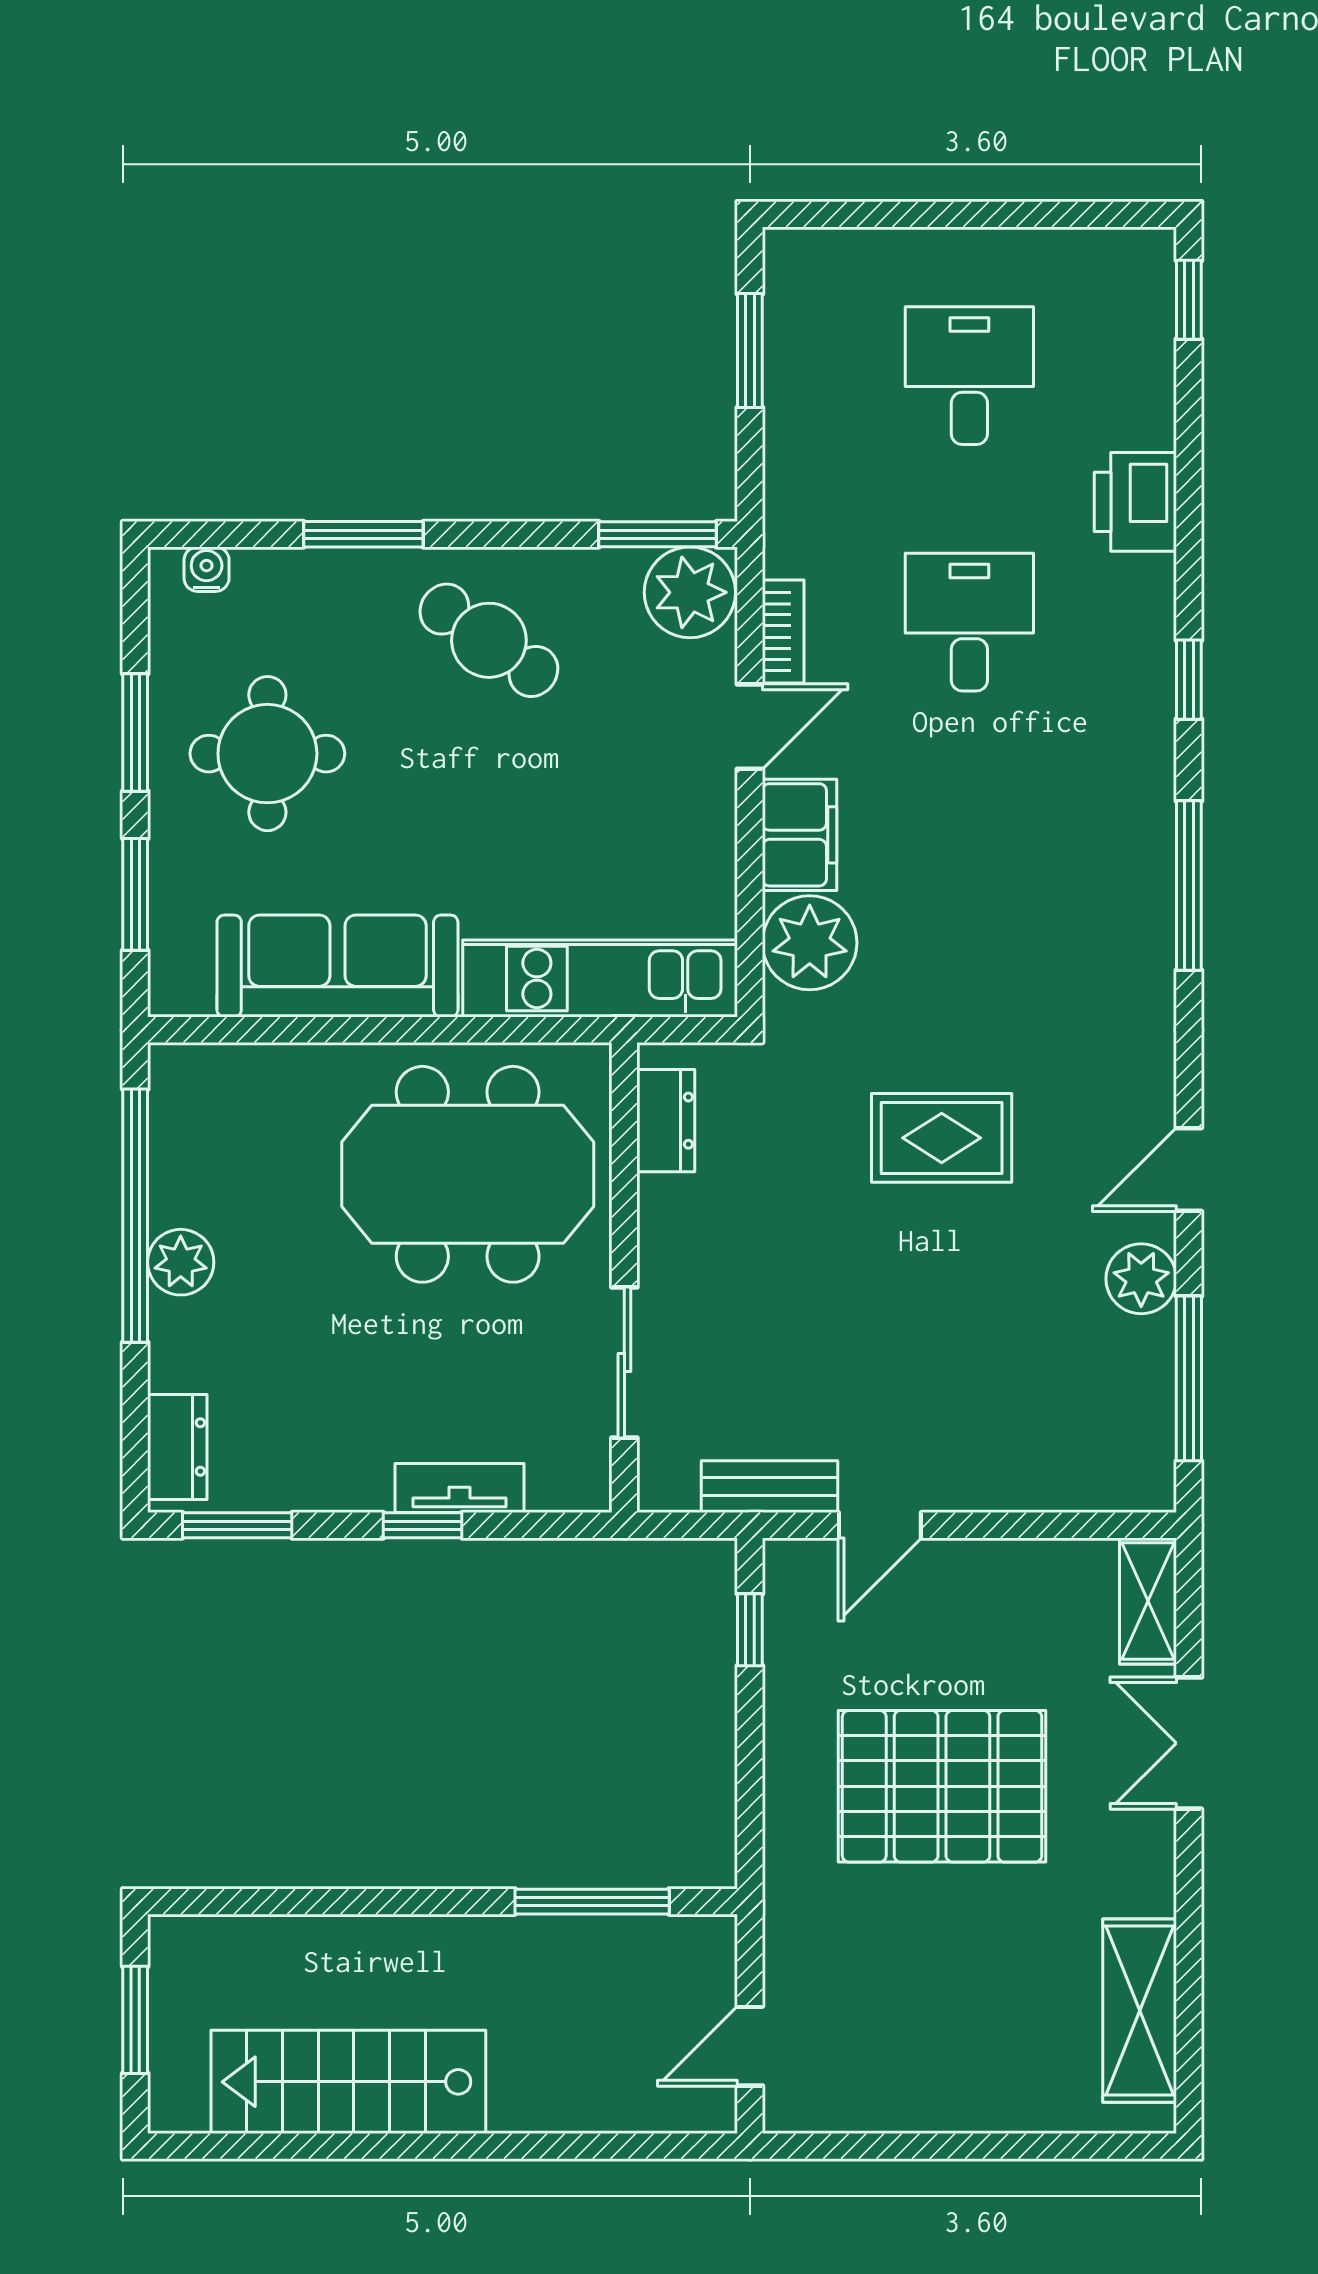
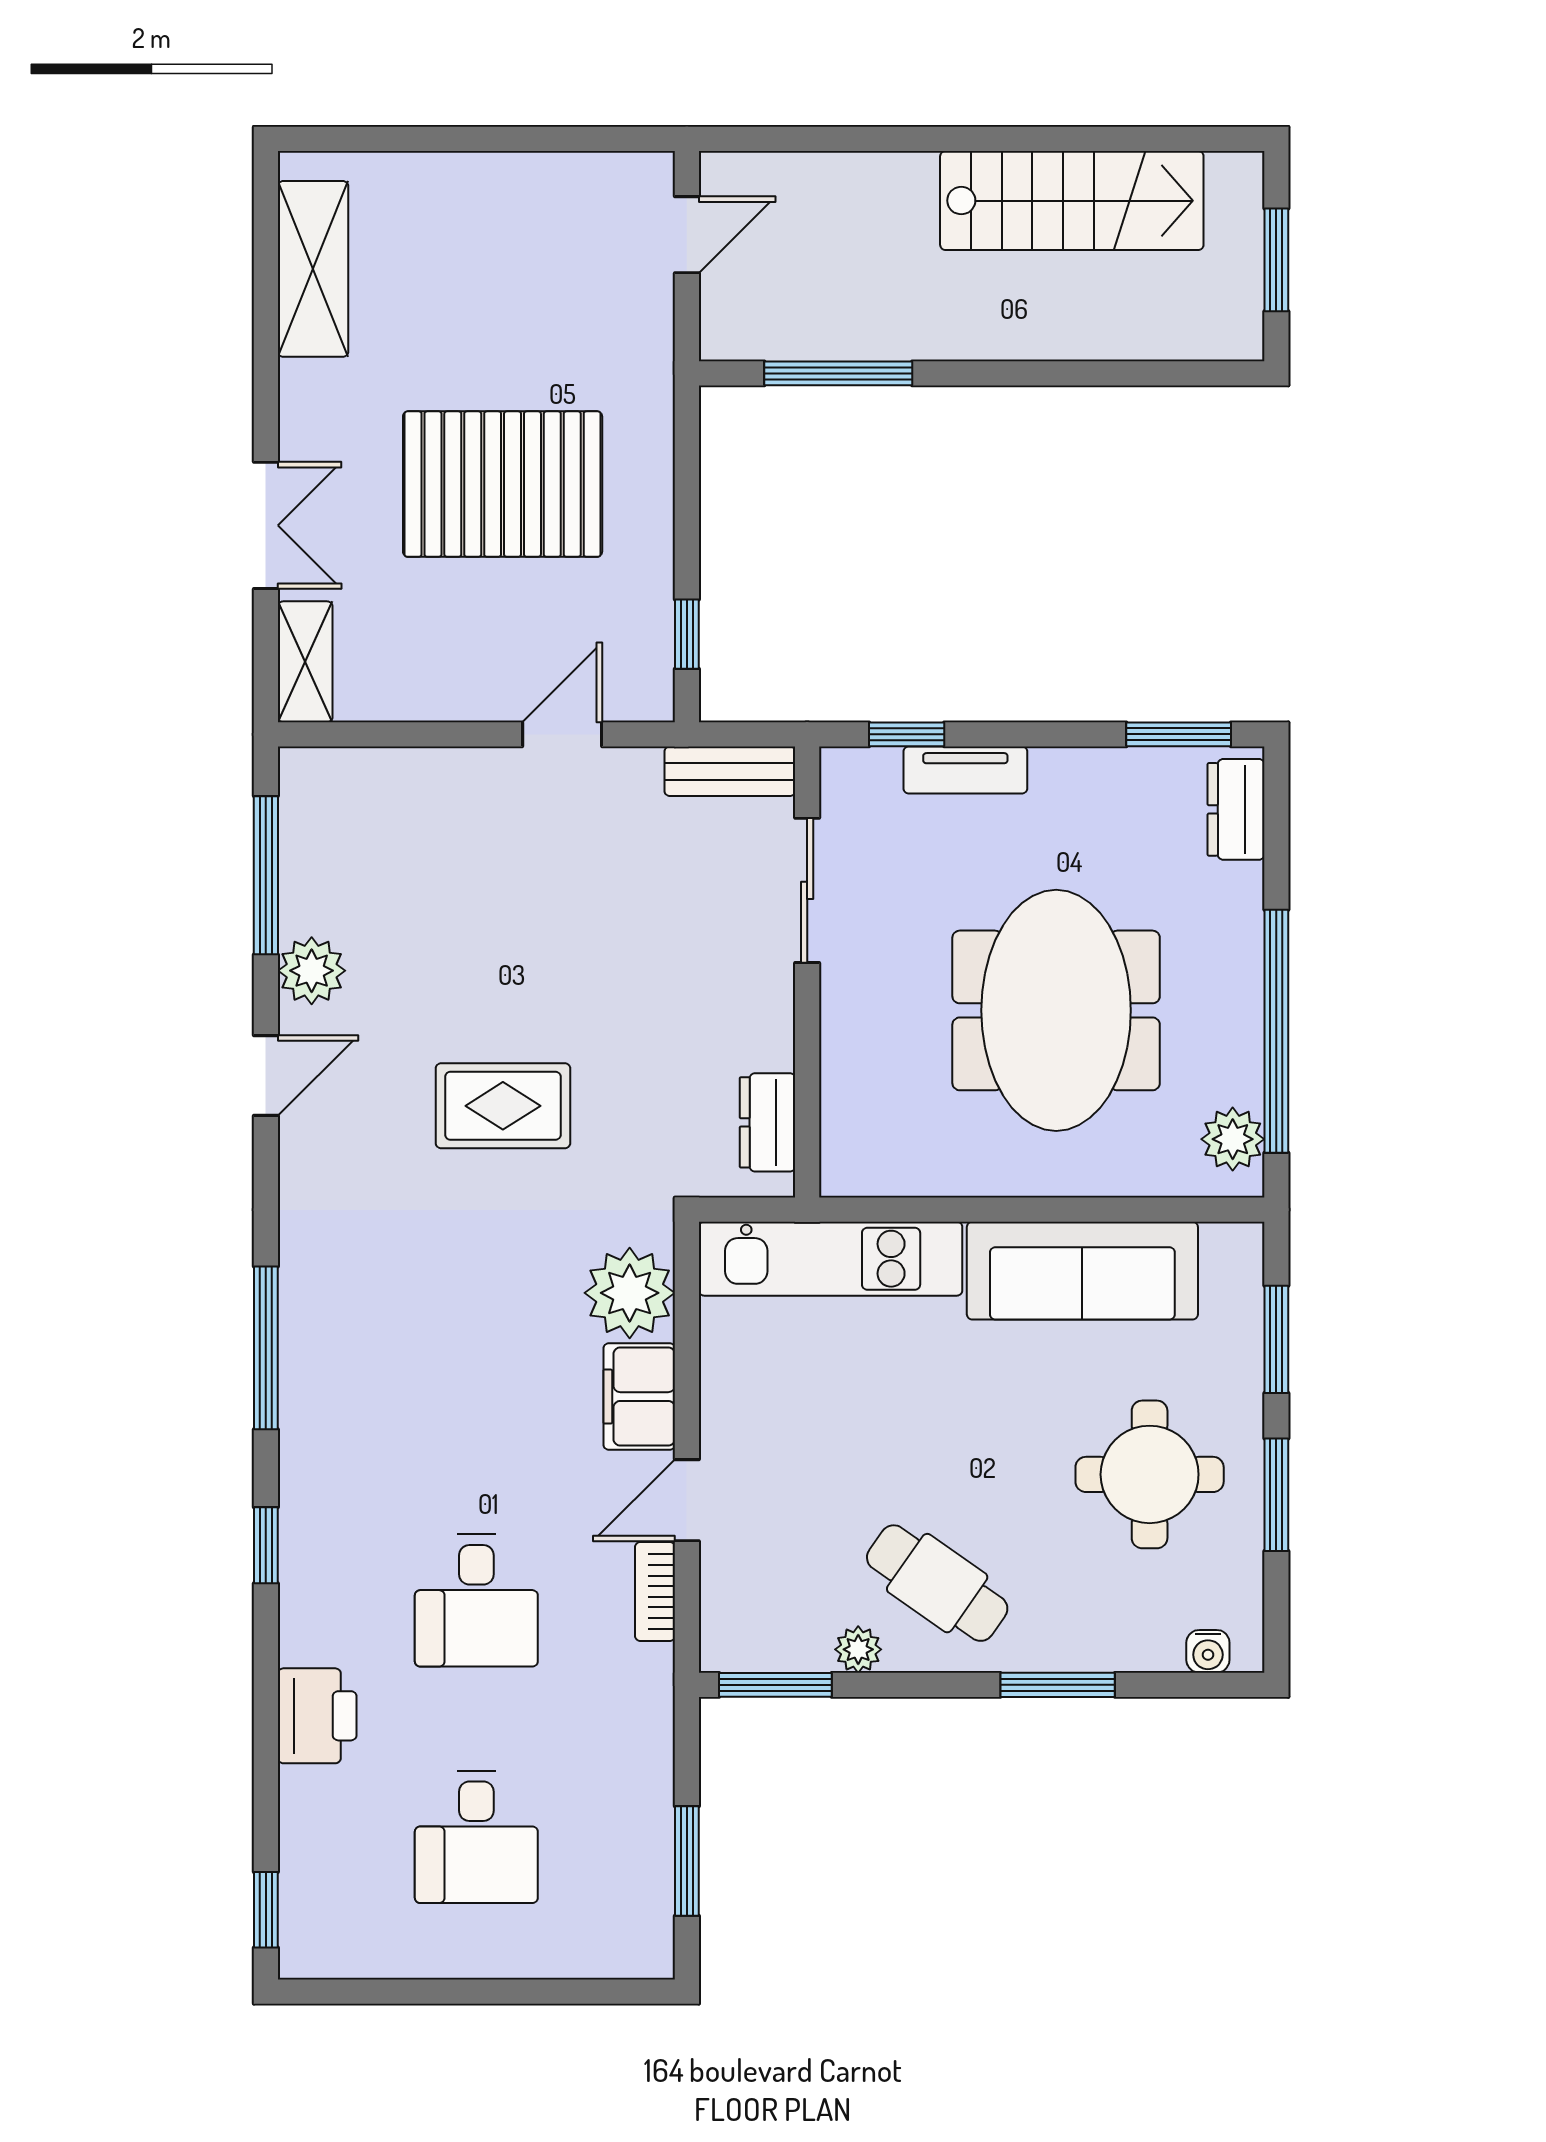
plant: (690, 592) -> (858, 1649), moved, width x0.53, depth x0.53
meeting table: (468, 1174) -> (1056, 1010), moved, turned 90
plant: (181, 1262) -> (1233, 1139), moved
bench: (769, 1487) -> (730, 771), moved
window: (423, 1525) -> (907, 734), moved

